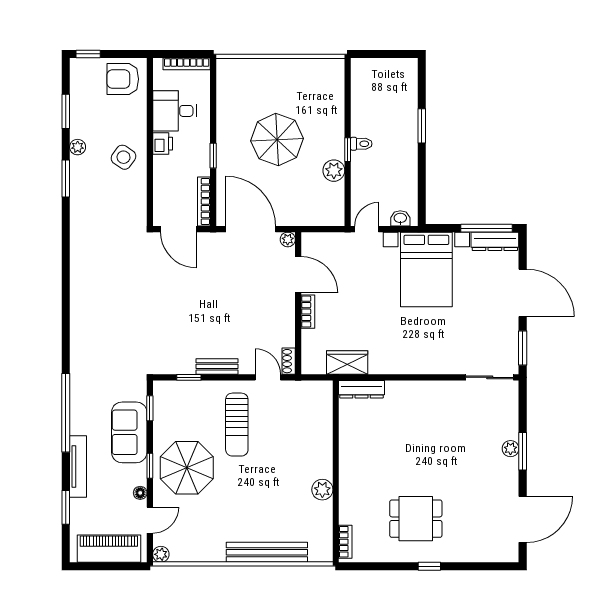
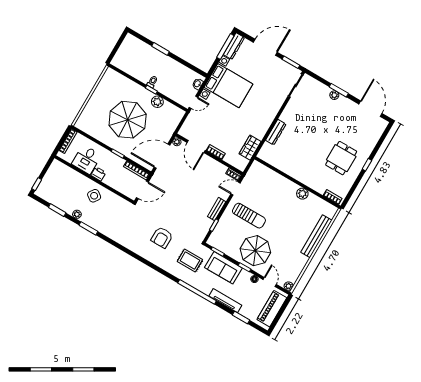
armchair: (123, 79) -> (162, 237), moved
parasol: (277, 140) -> (128, 120), width x1.36, depth x1.36
door: (367, 229) -> (193, 102), swing flipped
door: (298, 275) -> (196, 147), swing flipped
rug: (109, 372) -> (190, 260), added
dresser: (362, 389) -> (276, 132), moved

